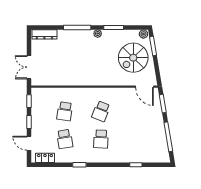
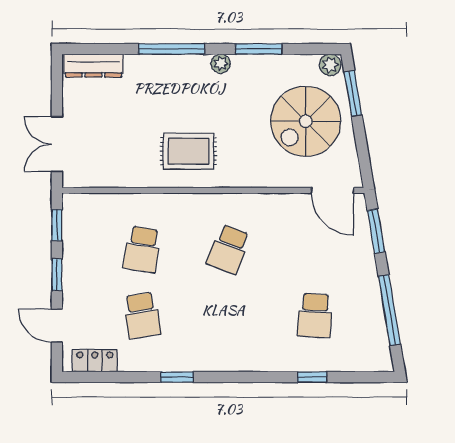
rug: (84, 70) -> (189, 151), added
school desk: (101, 139) -> (315, 315), moved

